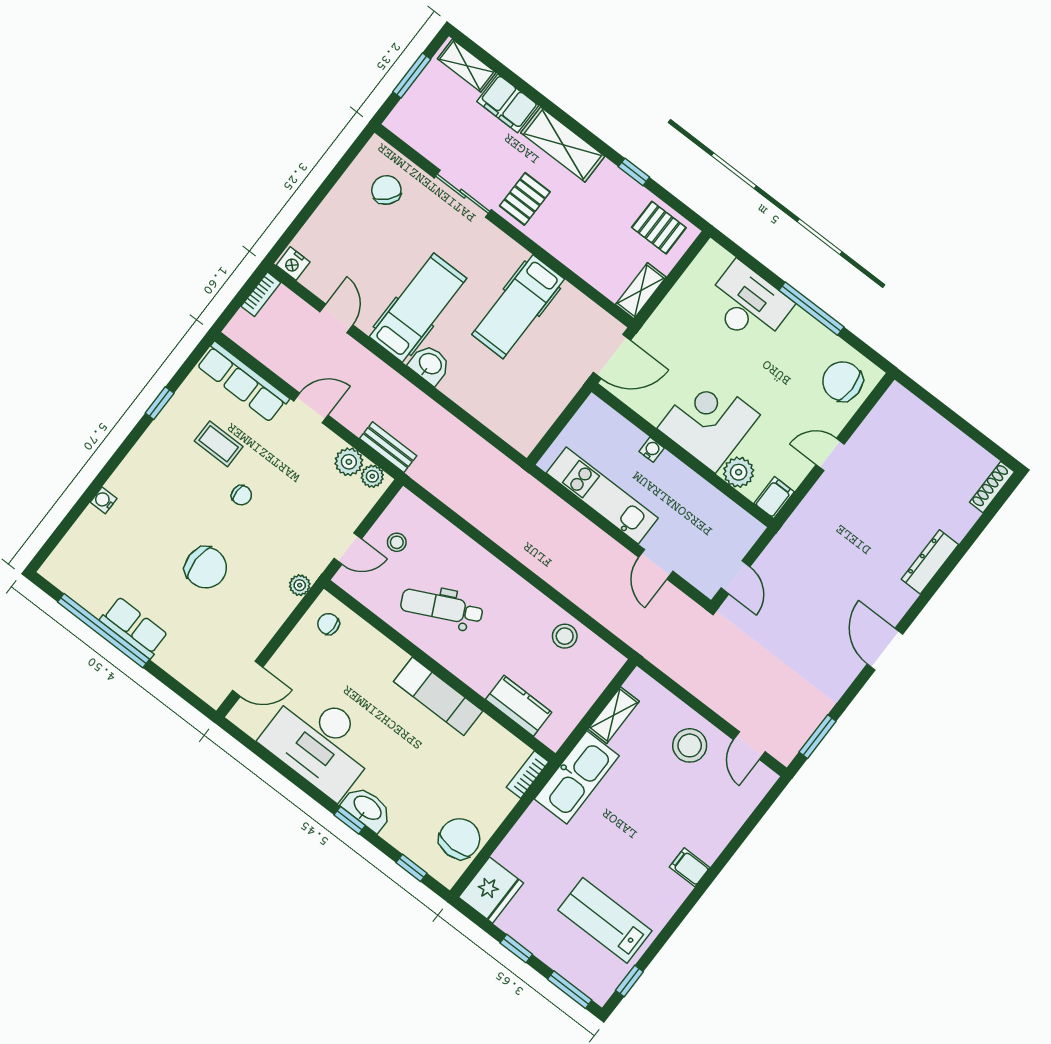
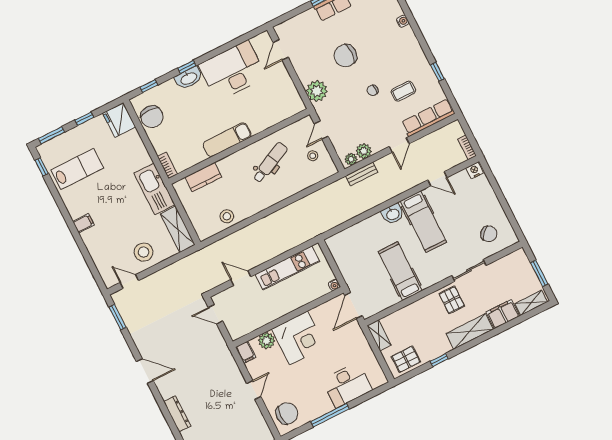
water cooler: (652, 450) -> (334, 285), moved
plant: (300, 585) -> (317, 91), width x1.88, depth x1.88
chair: (328, 624) -> (289, 103), removed
shelving: (614, 715) -> (178, 229), width x1.50, depth x1.33

